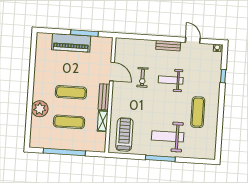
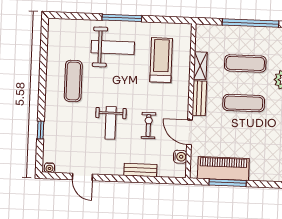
piano: (71, 43) -> (223, 168), moved
bench: (168, 46) -> (140, 170), moved
water cooler: (119, 54) -> (180, 157), added
weight bench: (171, 80) -> (111, 123), turned 90
treadmill: (124, 134) -> (161, 60), moved, turned 180

